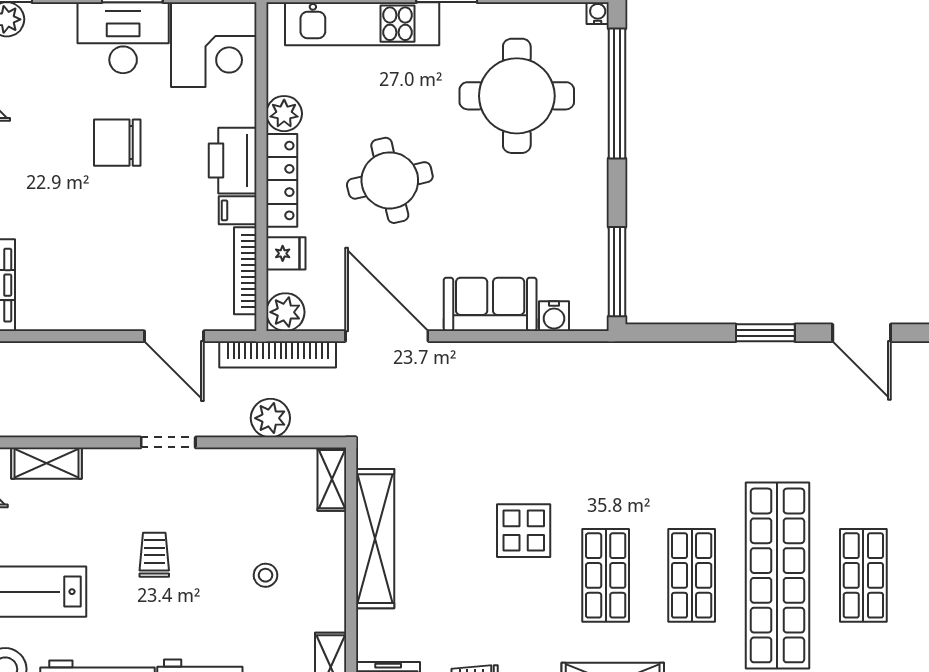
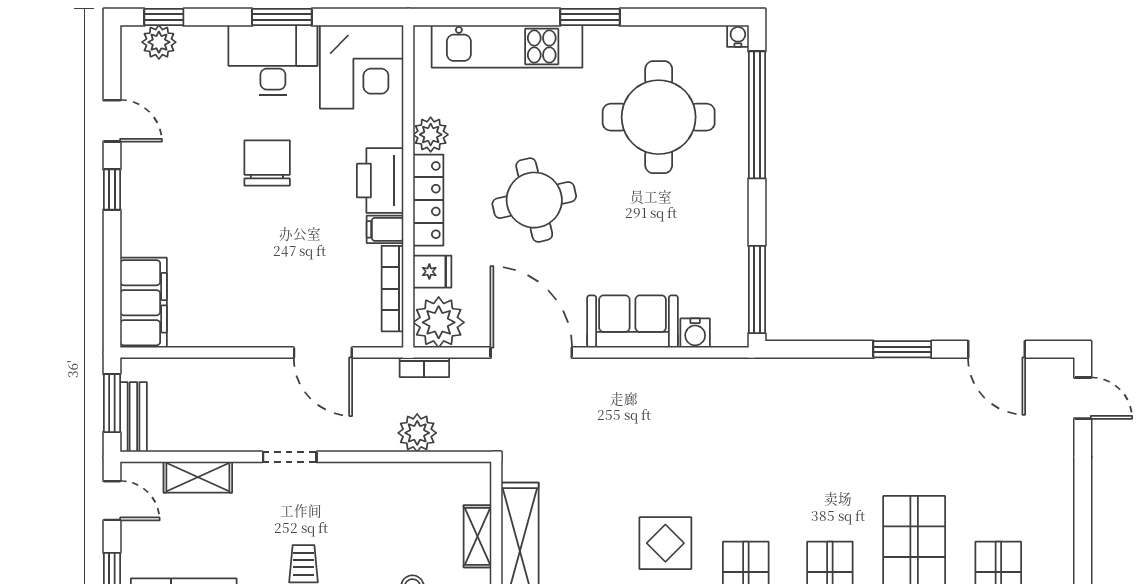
chair: (117, 143) -> (267, 163), turned 90
plant: (285, 312) -> (439, 322), width x1.36, depth x1.36
bookcase: (278, 354) -> (424, 367), width x0.43, depth x0.76
doorway: (168, 442) -> (290, 457), moved
shelving: (332, 479) -> (477, 536), moved

